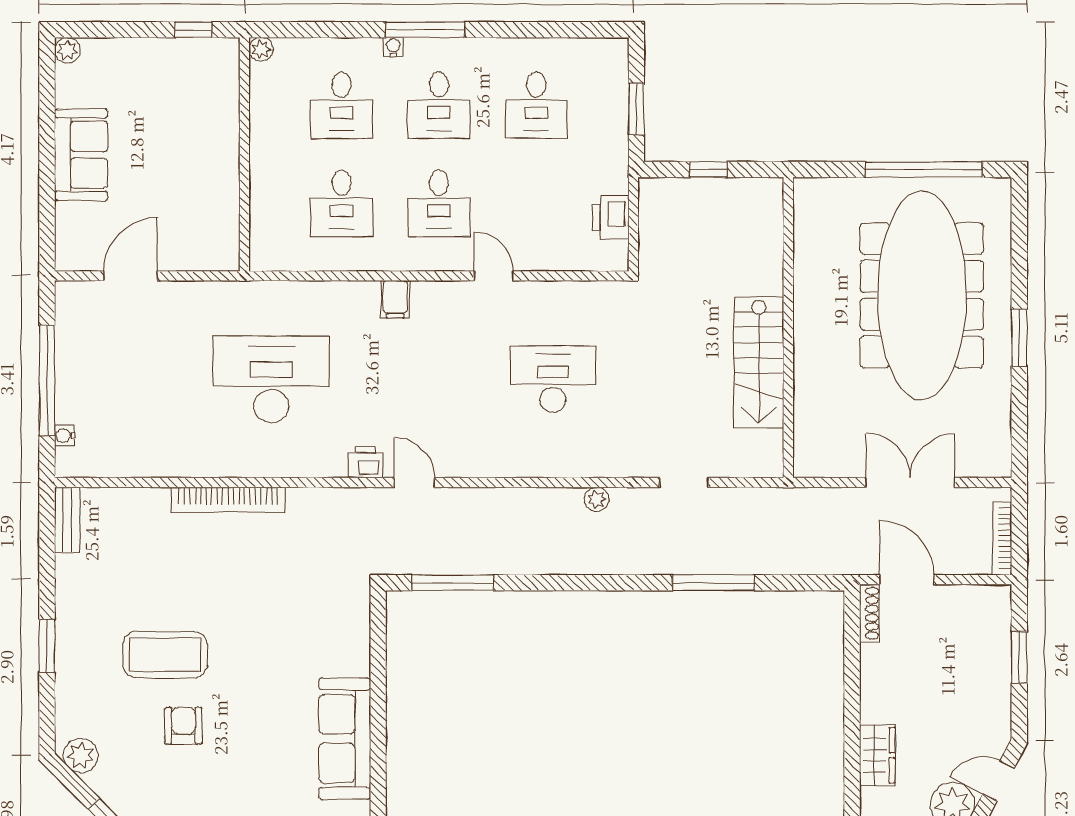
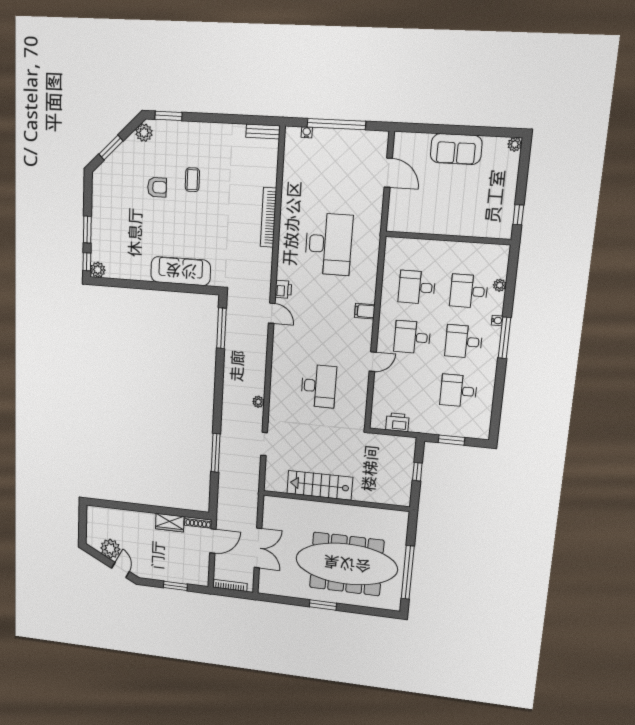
plant: (261, 49) -> (500, 285), moved
door: (414, 482) -> (272, 313), hinge flipped
window: (47, 646) -> (168, 116), moved
coffee table: (165, 655) -> (192, 180), width x0.54, depth x0.58
sofa: (345, 739) -> (181, 271), moved
wardrobe: (877, 755) -> (170, 523), moved

